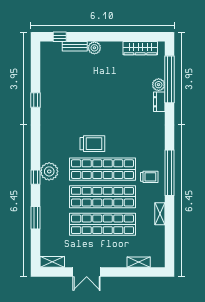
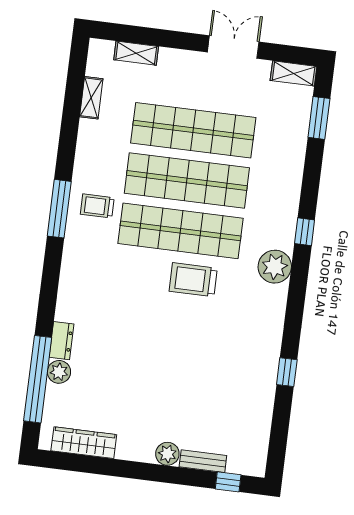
plant: (49, 171) -> (275, 267), moved
window: (170, 173) -> (59, 209), width x0.68
shelving: (160, 214) -> (91, 98), moved
window: (35, 218) -> (319, 118), moved

